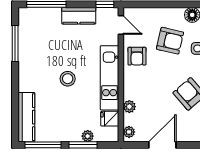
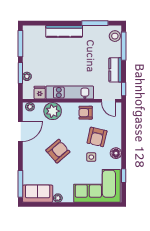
door: (121, 25) -> (108, 101), hinge flipped
stool: (68, 79) -> (115, 36), moved
plant: (129, 107) -> (53, 111), width x1.88, depth x1.88
kitchen counter: (26, 117) -> (64, 31), moved
door: (162, 145) -> (20, 131), hinge flipped

